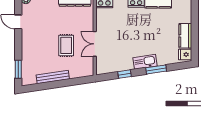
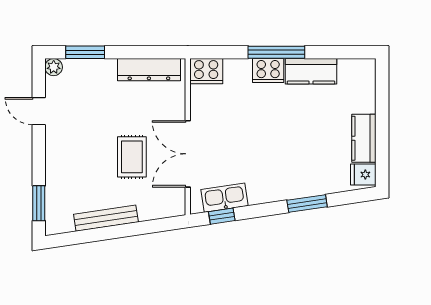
double door: (95, 44) -> (188, 154), width x1.37
kitchen sink: (145, 62) -> (224, 198), moved
window: (125, 74) -> (222, 216), moved

